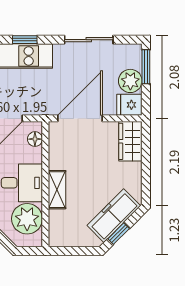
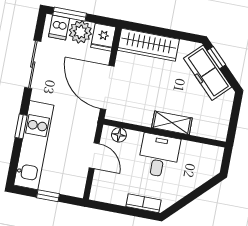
dishwasher: (131, 59) -> (59, 27), added
wardrobe: (130, 141) -> (148, 45), width x1.50
plant: (27, 219) -> (195, 157), removed
window: (119, 234) -> (216, 58), moved

